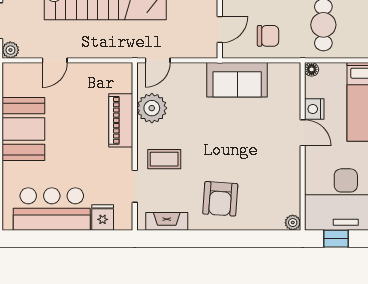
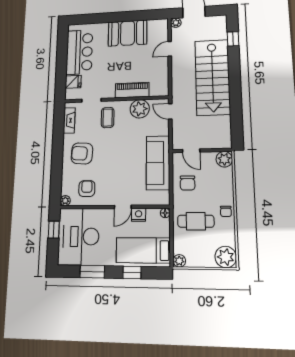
door: (55, 60) -> (170, 49), hinge flipped
sofa: (237, 80) -> (158, 163), width x1.36
armchair: (275, 189) -> (87, 189), added

